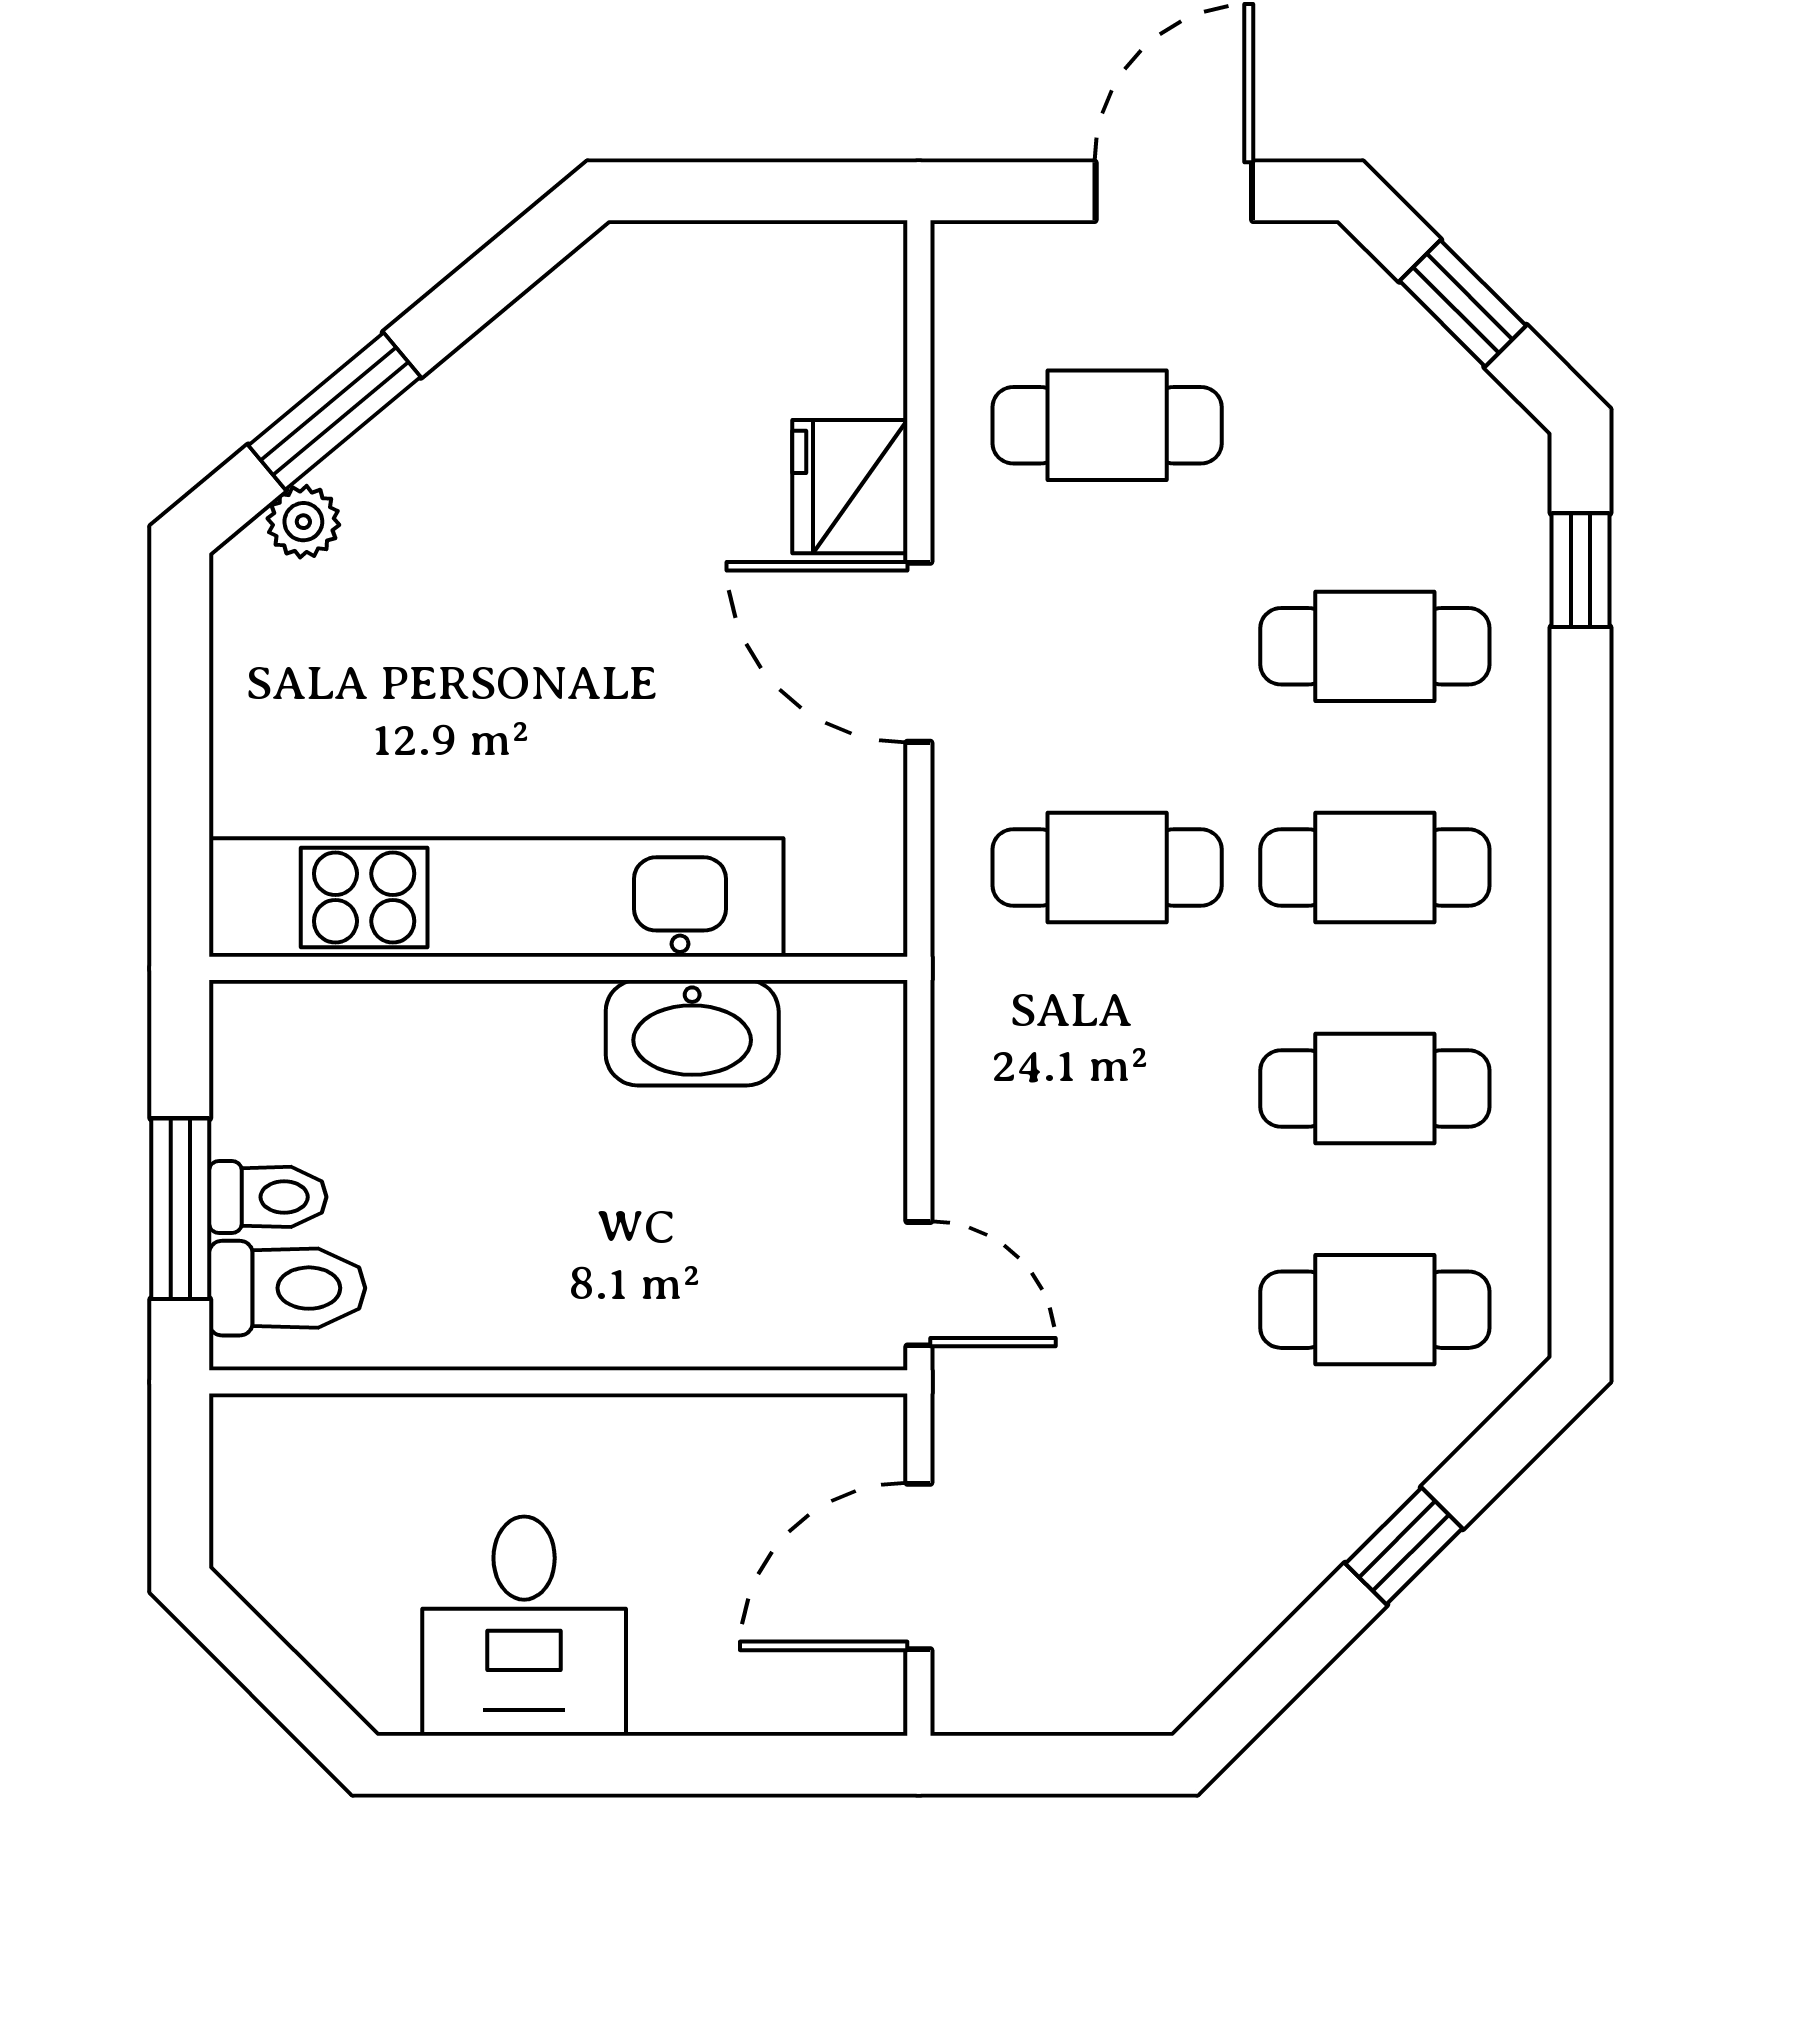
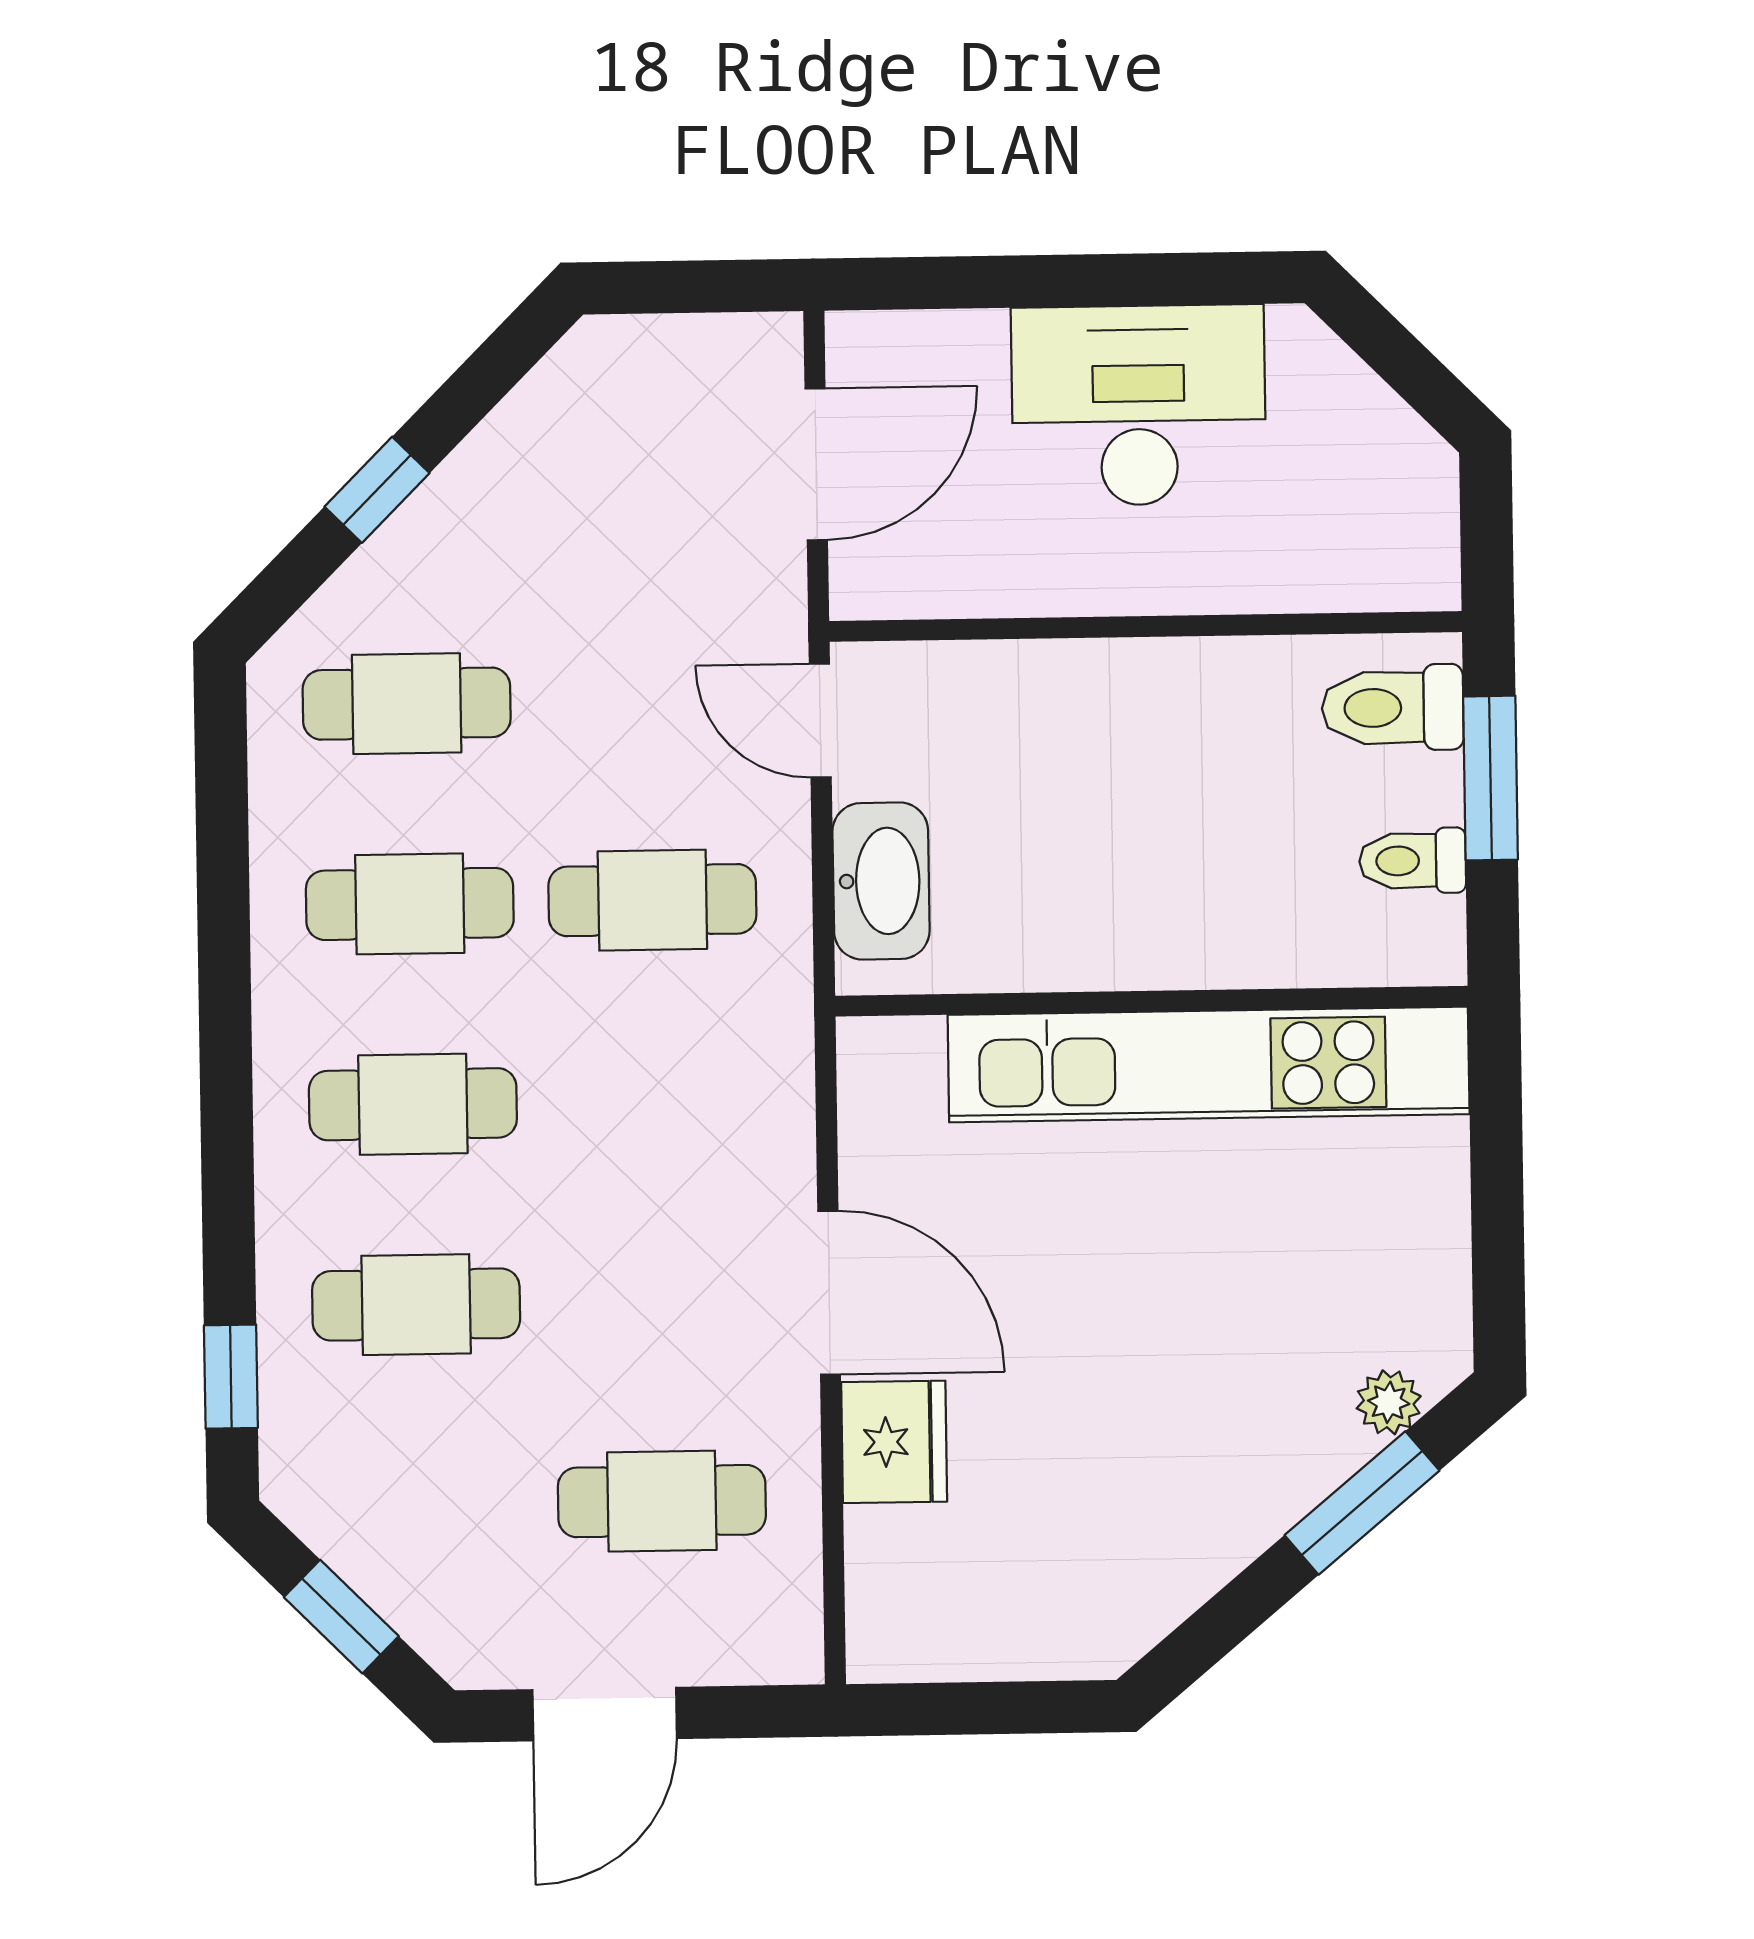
cafe table: (1107, 867) -> (652, 900), moved
washbasin: (692, 1033) -> (881, 881), moved, turned 90
toilet: (268, 1197) -> (1413, 861), moved
desk: (524, 1626) -> (1139, 405), width x1.37

